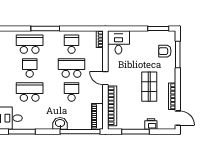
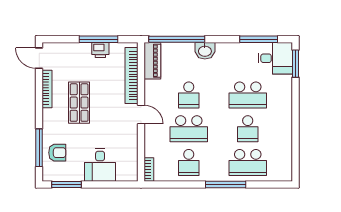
desk: (118, 42) -> (100, 165), moved
printer: (151, 124) -> (100, 50), moved

